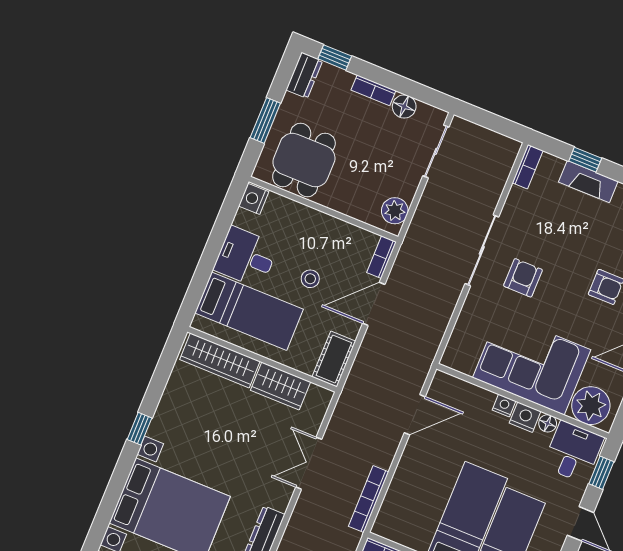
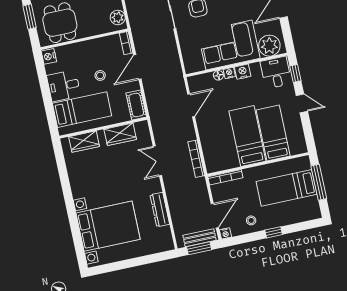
wardrobe: (220, 360) -> (84, 142), width x0.67
floor lamp: (548, 423) -> (218, 75), moved
window: (139, 429) -> (69, 198), removed

